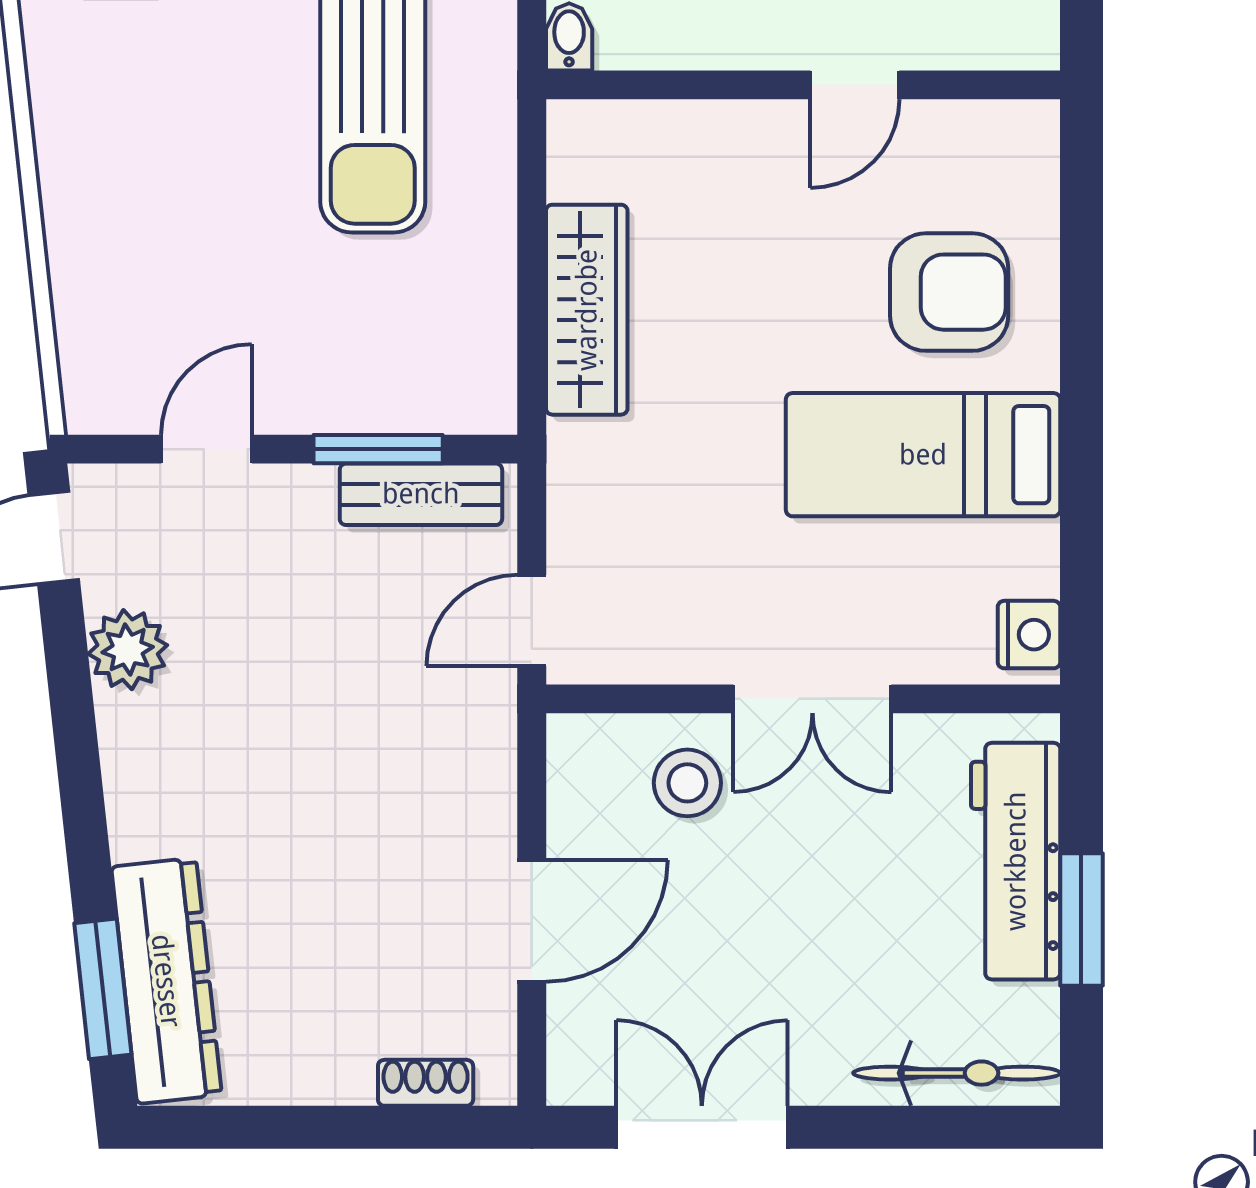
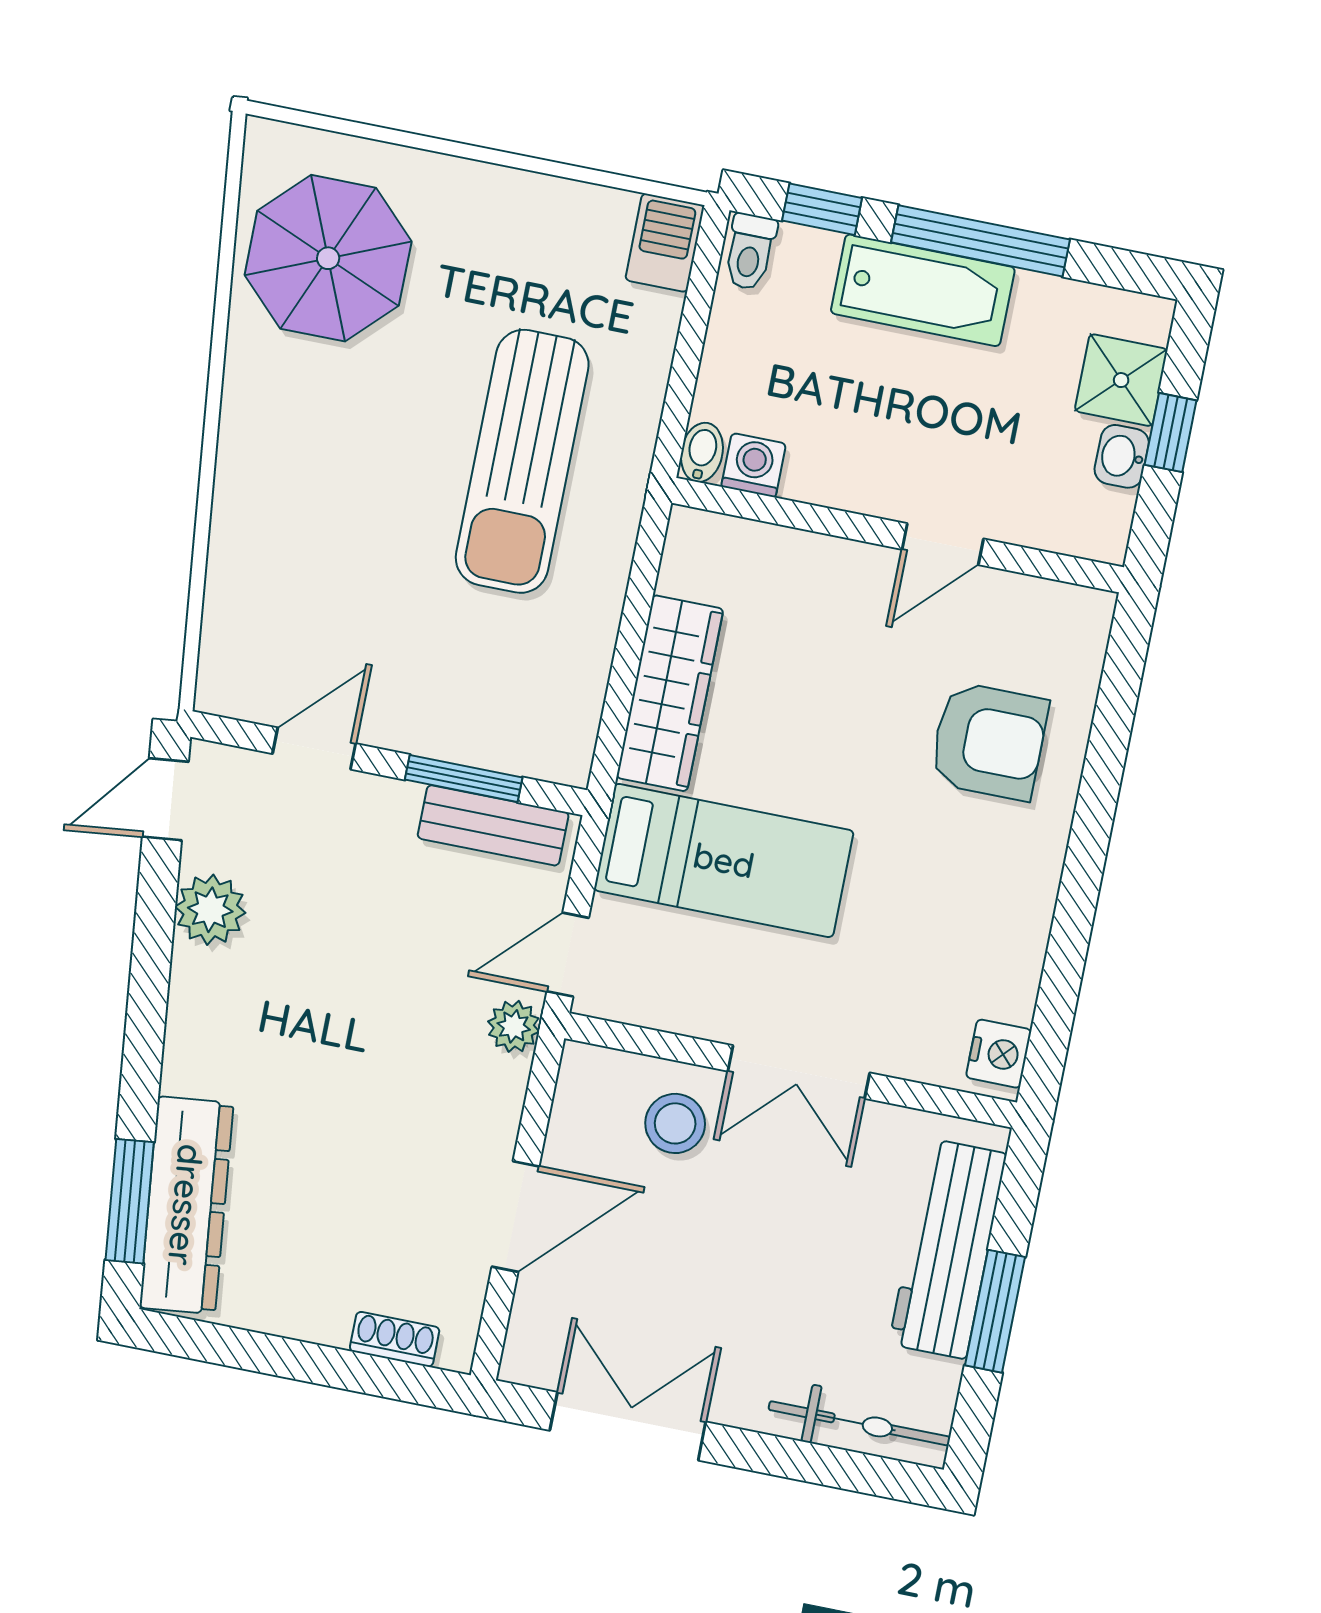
washing machine: (629, 40) -> (754, 465), added
bed: (923, 455) -> (724, 860), moved, turned 180
plant: (488, 712) -> (514, 1026), added

